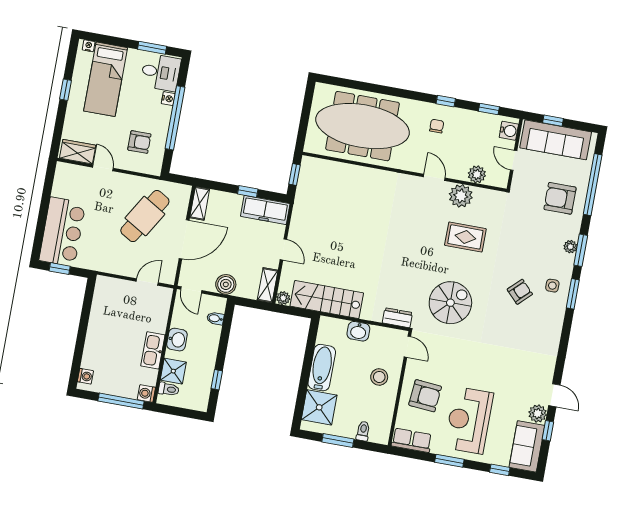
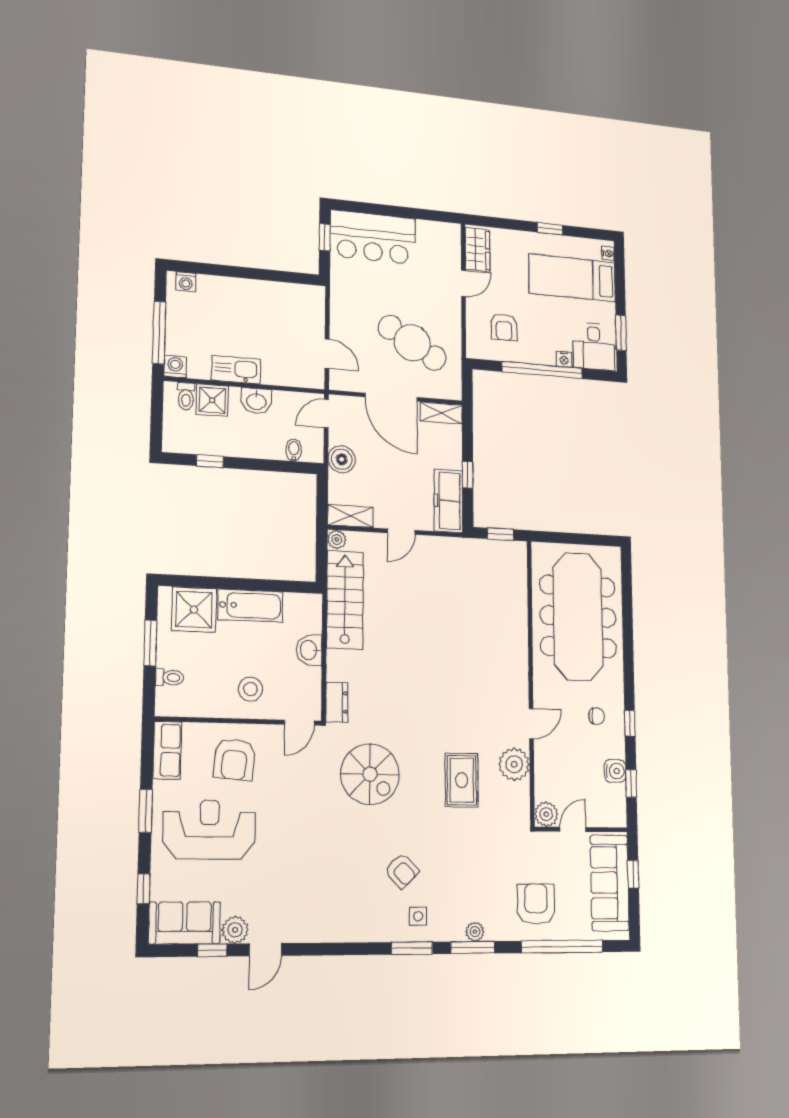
water cooler: (509, 131) -> (615, 771), moved, turned -90
plant: (477, 174) -> (546, 814), moved

